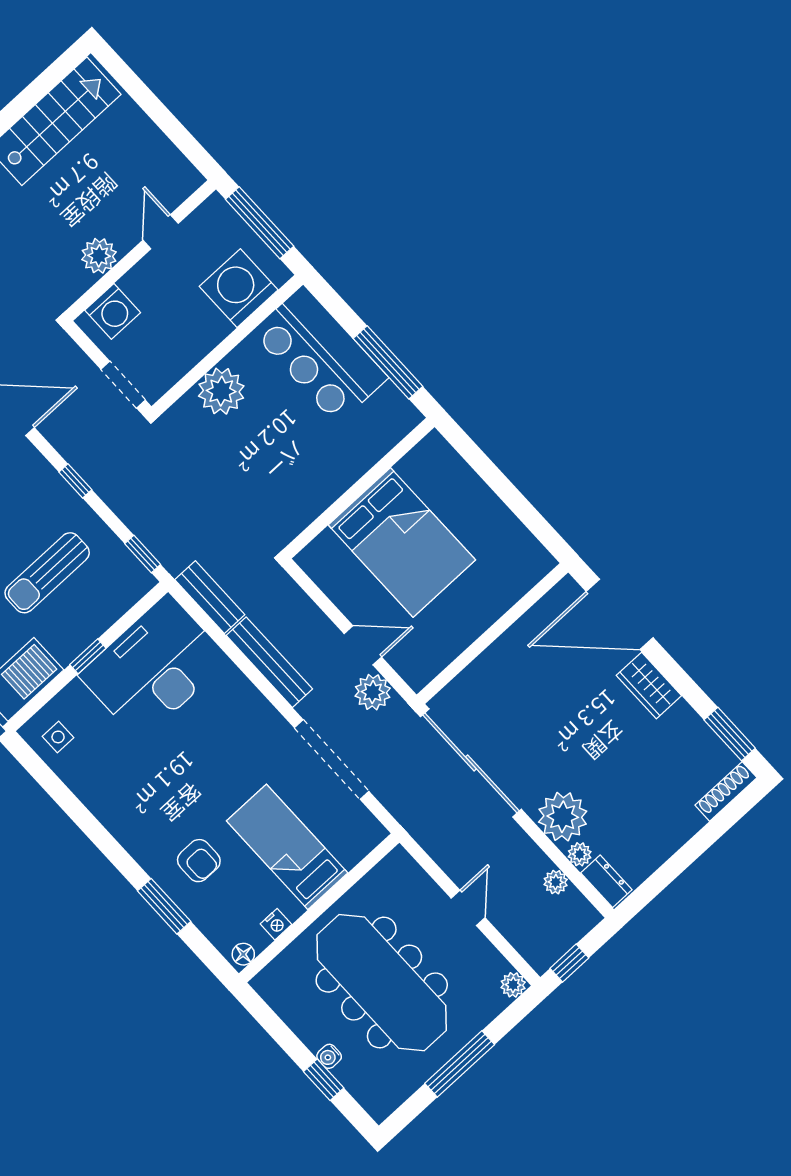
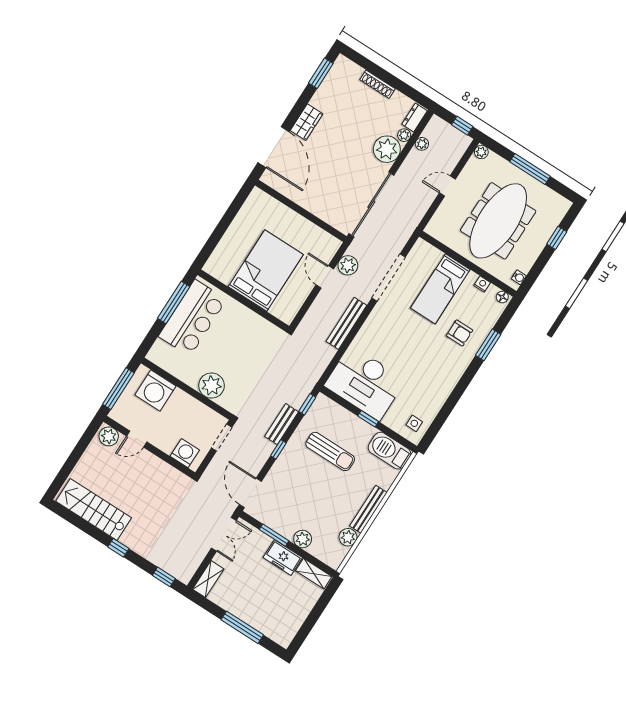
plant: (99, 256) -> (109, 436), moved
bar counter: (320, 355) -> (192, 318), moved
bench: (210, 597) -> (282, 424), moved
shoe rack: (726, 791) -> (377, 84), moved
armchair: (199, 861) -> (460, 333), turned 90
water cooler: (329, 1056) -> (519, 277), moved

